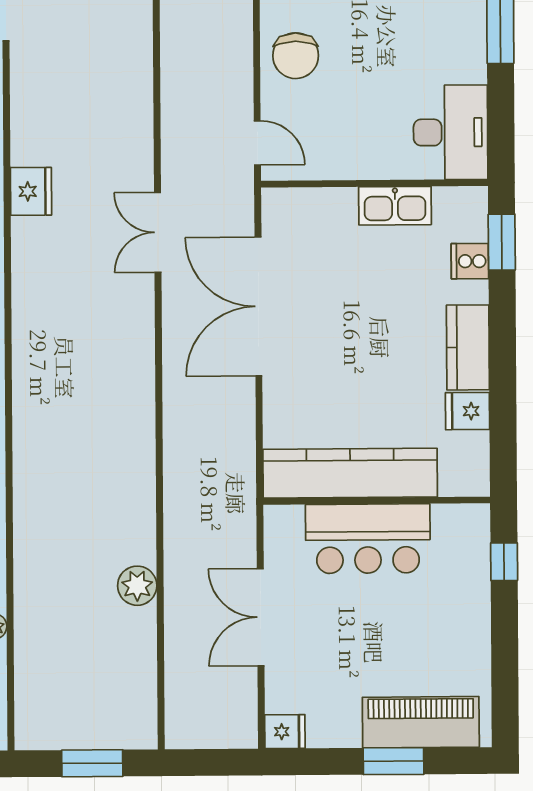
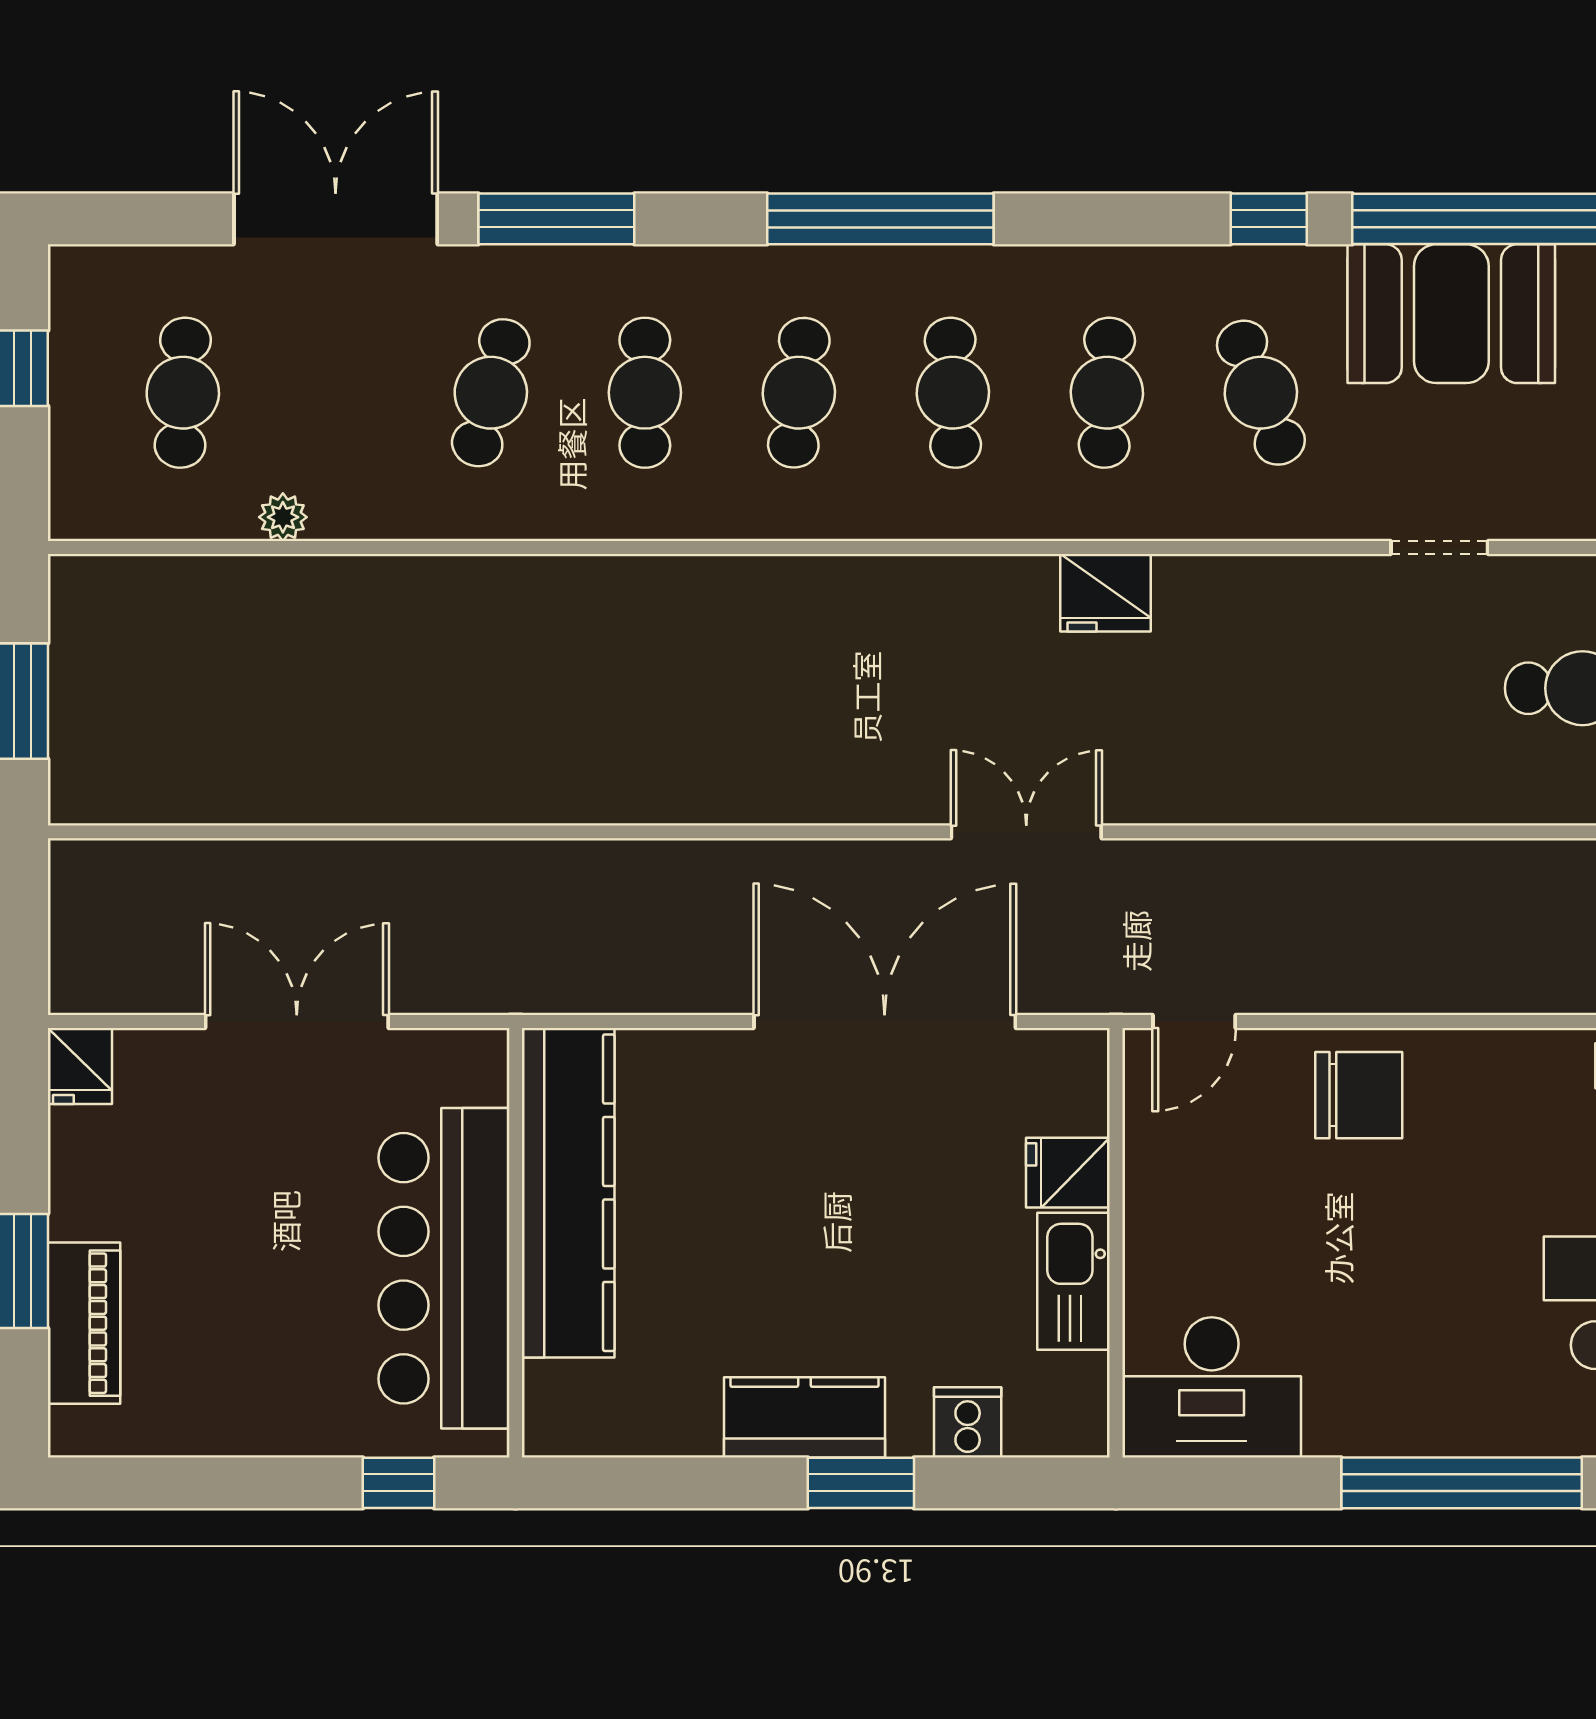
chair: (296, 56) -> (1359, 1095), turned 180
window: (502, 242) -> (861, 1483), moved
fridge: (468, 411) -> (1068, 1173), moved, turned -90
bar counter: (368, 539) -> (444, 1268), width x1.36
plant: (137, 586) -> (358, 788), removed
piano: (421, 722) -> (84, 1323), width x0.73, depth x0.75

